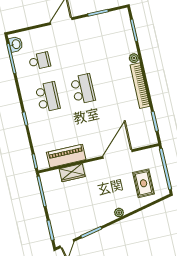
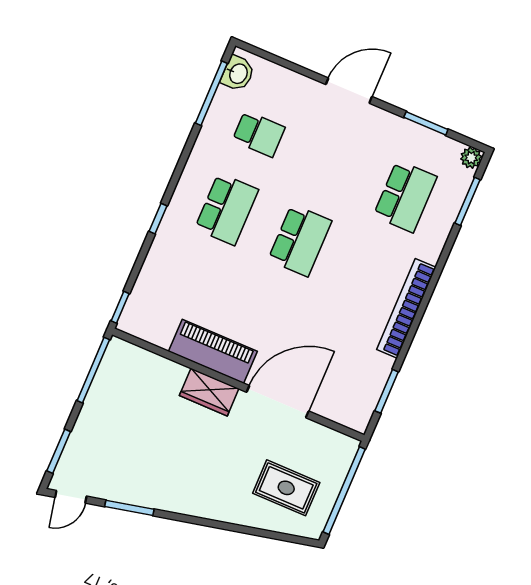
school desk: (110, 45) -> (405, 196), added
plant: (134, 58) -> (471, 158), moved
piano: (66, 156) -> (213, 351), moved
wardrobe: (72, 173) -> (209, 392), moved
rug: (144, 183) -> (286, 488), turned 90
plant: (119, 213) -> (204, 509), removed

